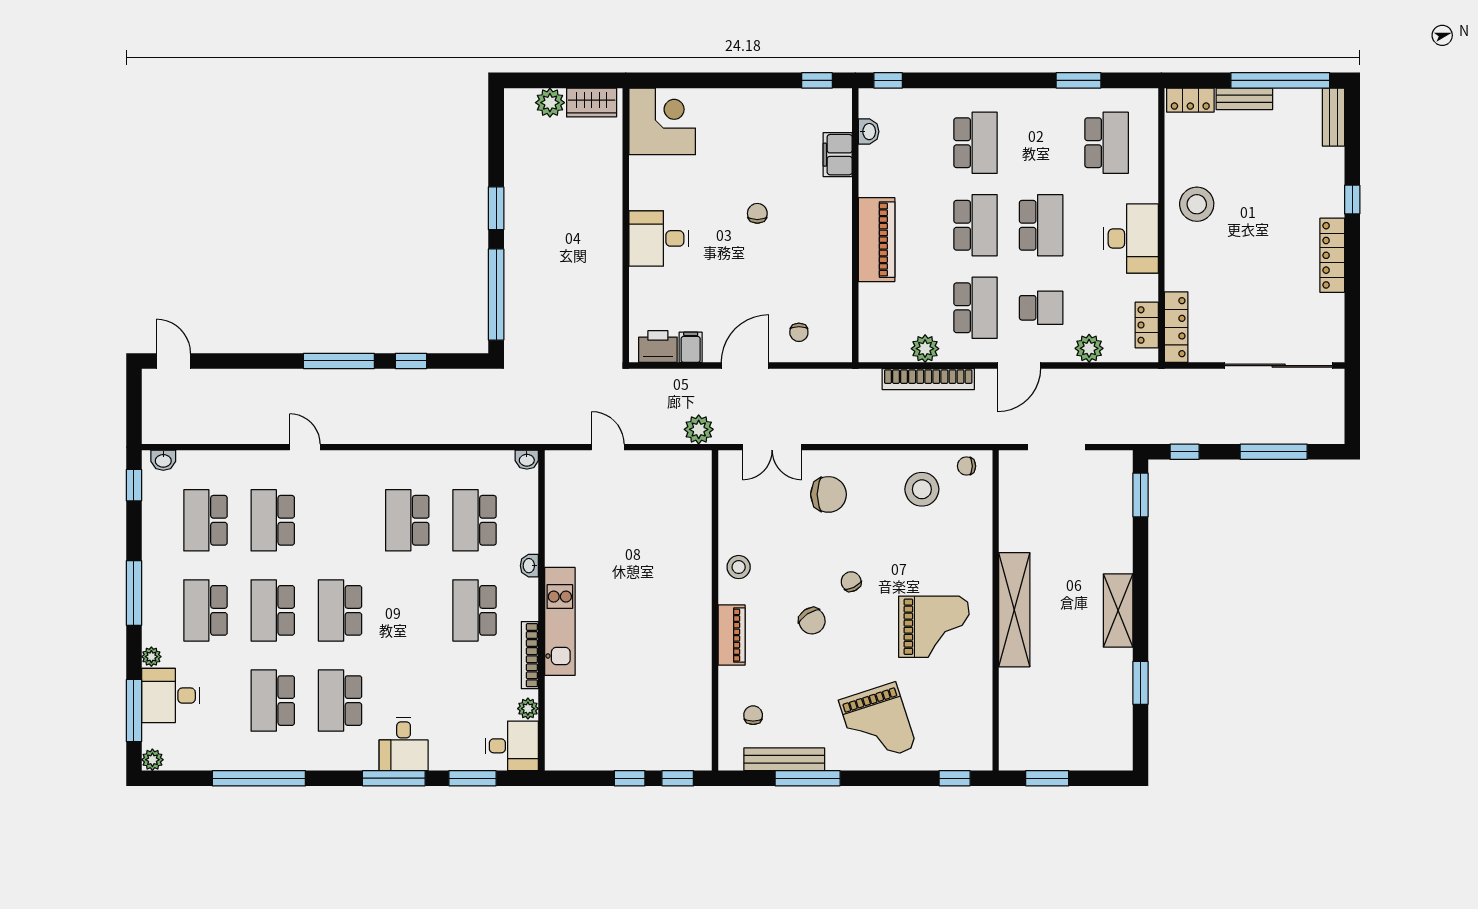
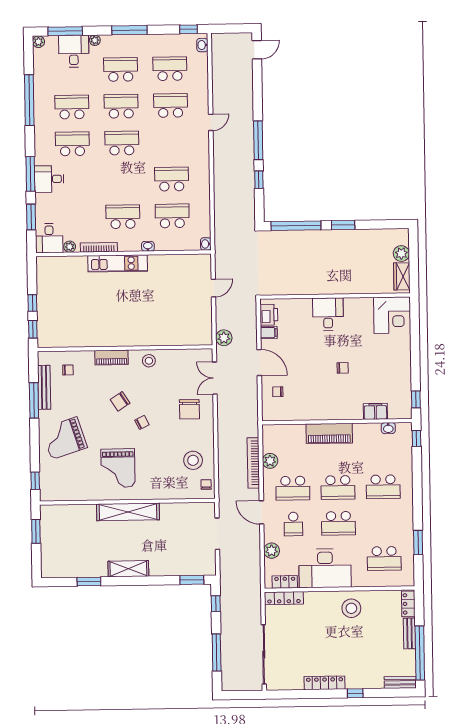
desk: (1131, 239) -> (325, 568), width x1.36, depth x1.30

